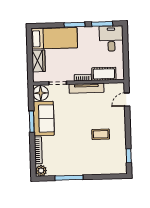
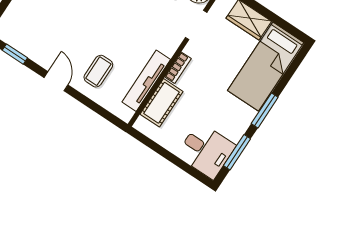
tv unit: (86, 88) -> (146, 81), moved
door: (127, 100) -> (56, 81), moved
coffee table: (101, 134) -> (98, 71), moved

